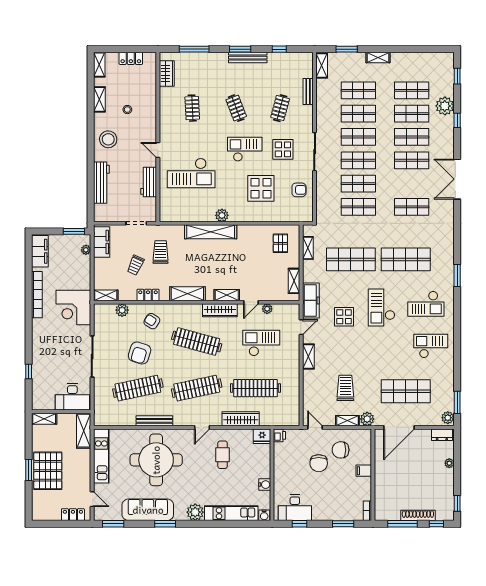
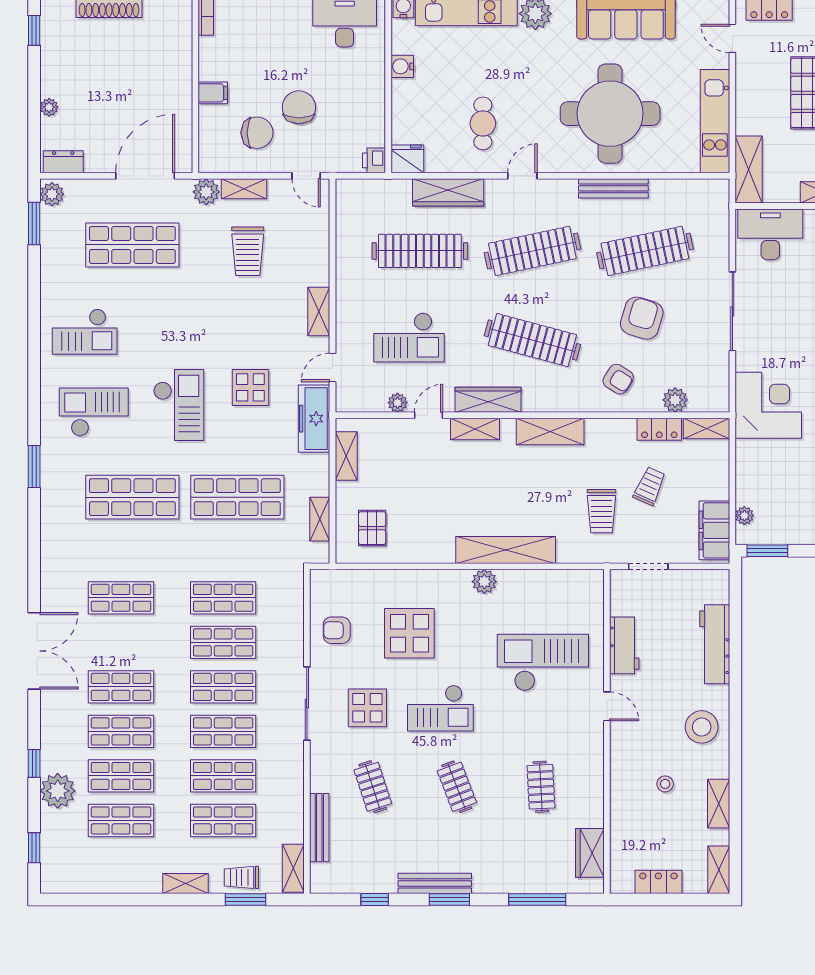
trolley: (349, 61) -> (241, 877), added
bench: (308, 92) -> (319, 828), width x1.36
clothes rail: (280, 108) -> (373, 787), turned -33
locker: (148, 295) -> (659, 429), moved

